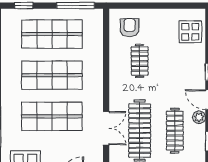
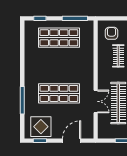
shop shelf: (52, 75) -> (59, 66), removed

